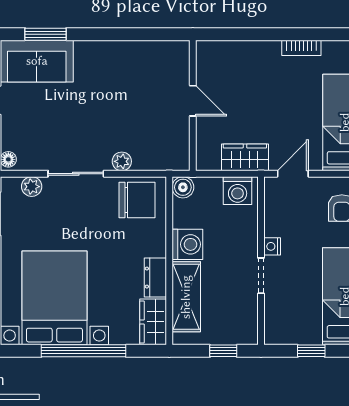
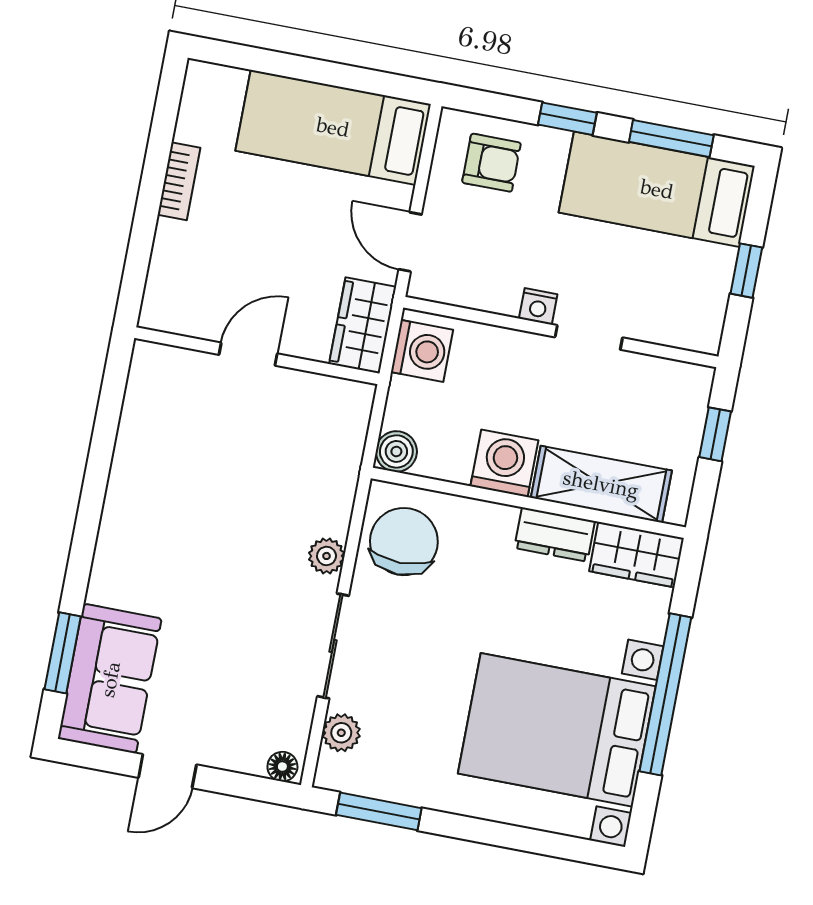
door: (193, 101) -> (248, 354), moved
wall: (193, 105) -> (257, 356), moved

